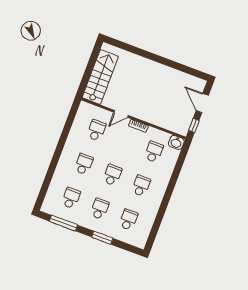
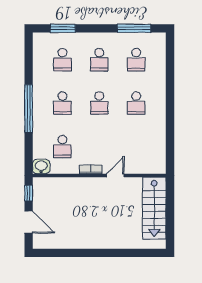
school desk: (96, 130) -> (136, 147), removed
window: (169, 191) -> (29, 109), added
window: (102, 238) -> (63, 28), moved

